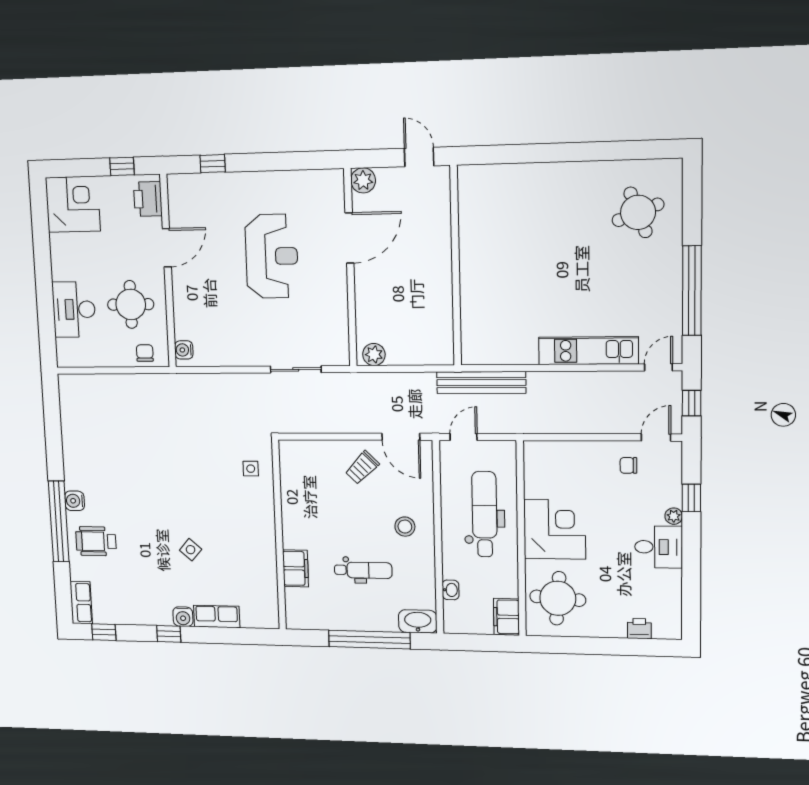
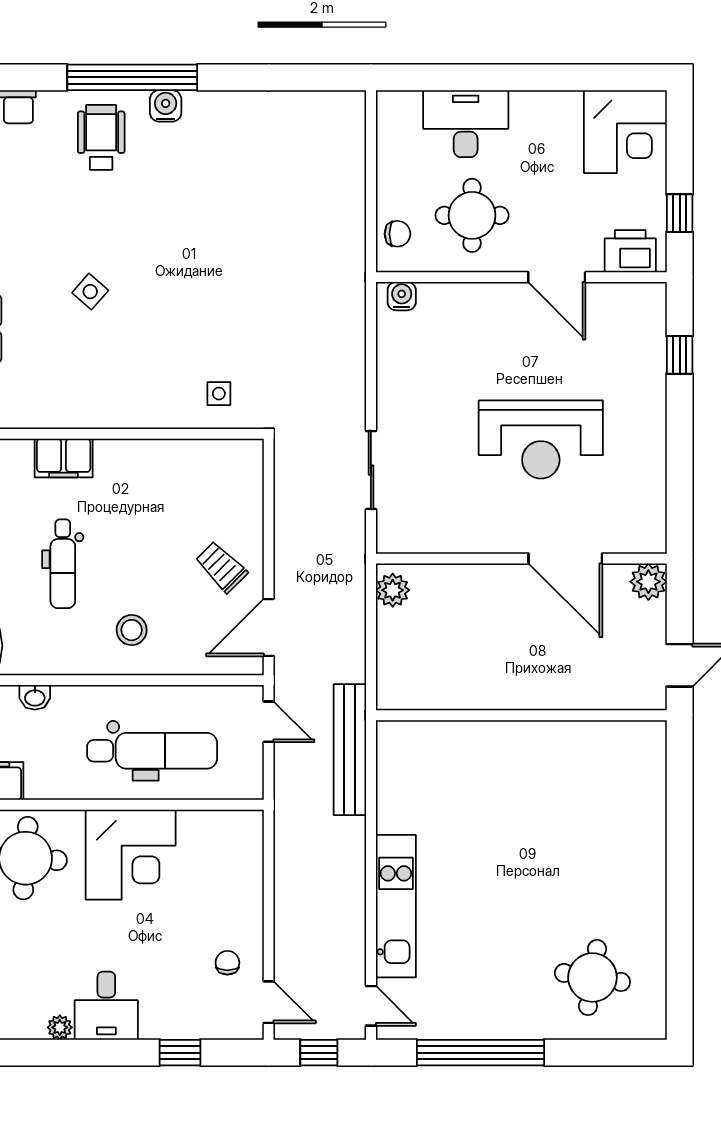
round table: (638, 212) -> (592, 977), turned 30
plant: (674, 516) -> (60, 1027), moved

